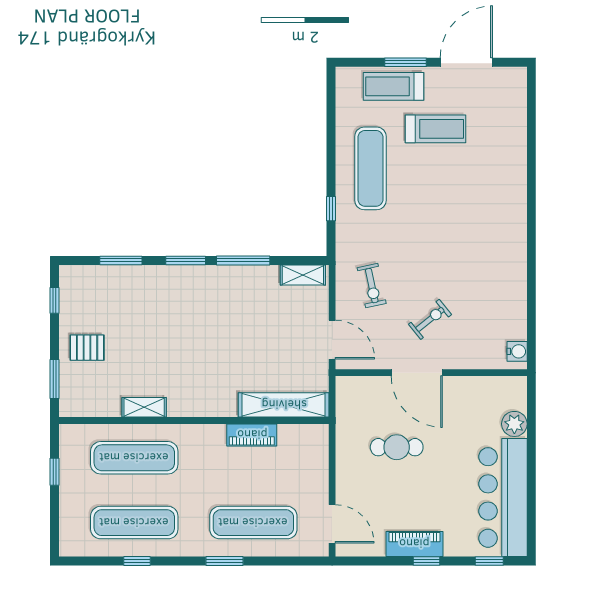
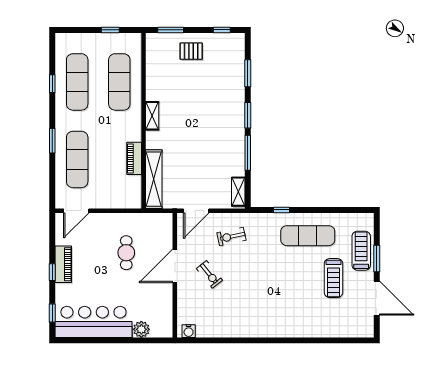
pallet: (87, 348) -> (191, 51), turned 90
shelving: (144, 407) -> (152, 116), moved

